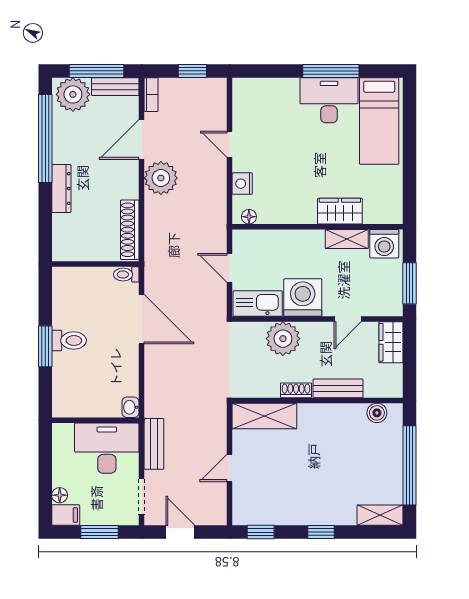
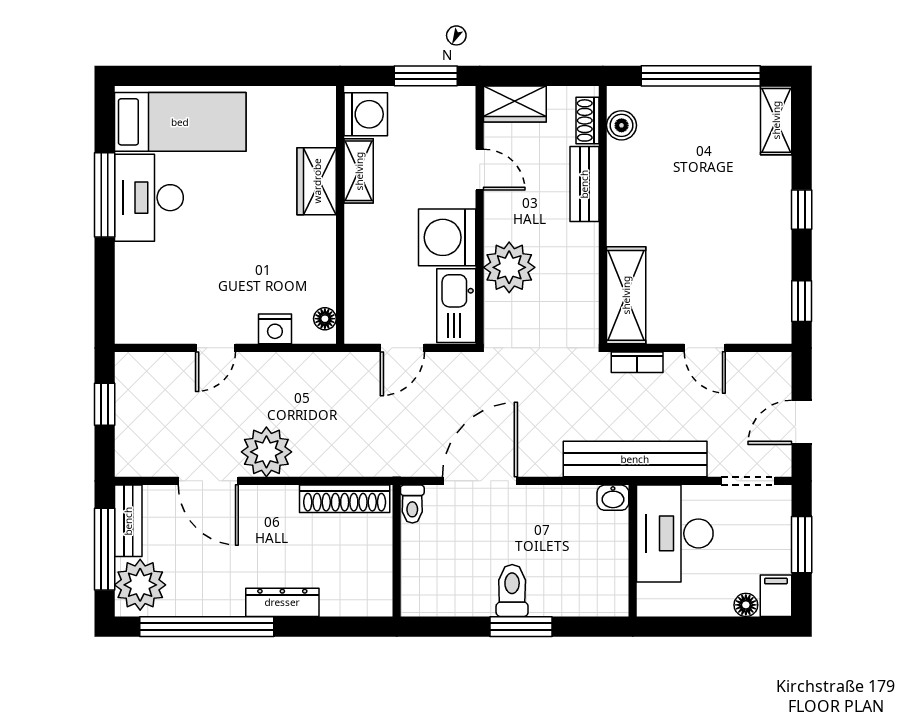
bookcase: (151, 95) -> (637, 362), moved, turned 180
shoe rack: (296, 390) -> (587, 120), moved
bench: (154, 444) -> (635, 459), width x1.86, depth x1.21

